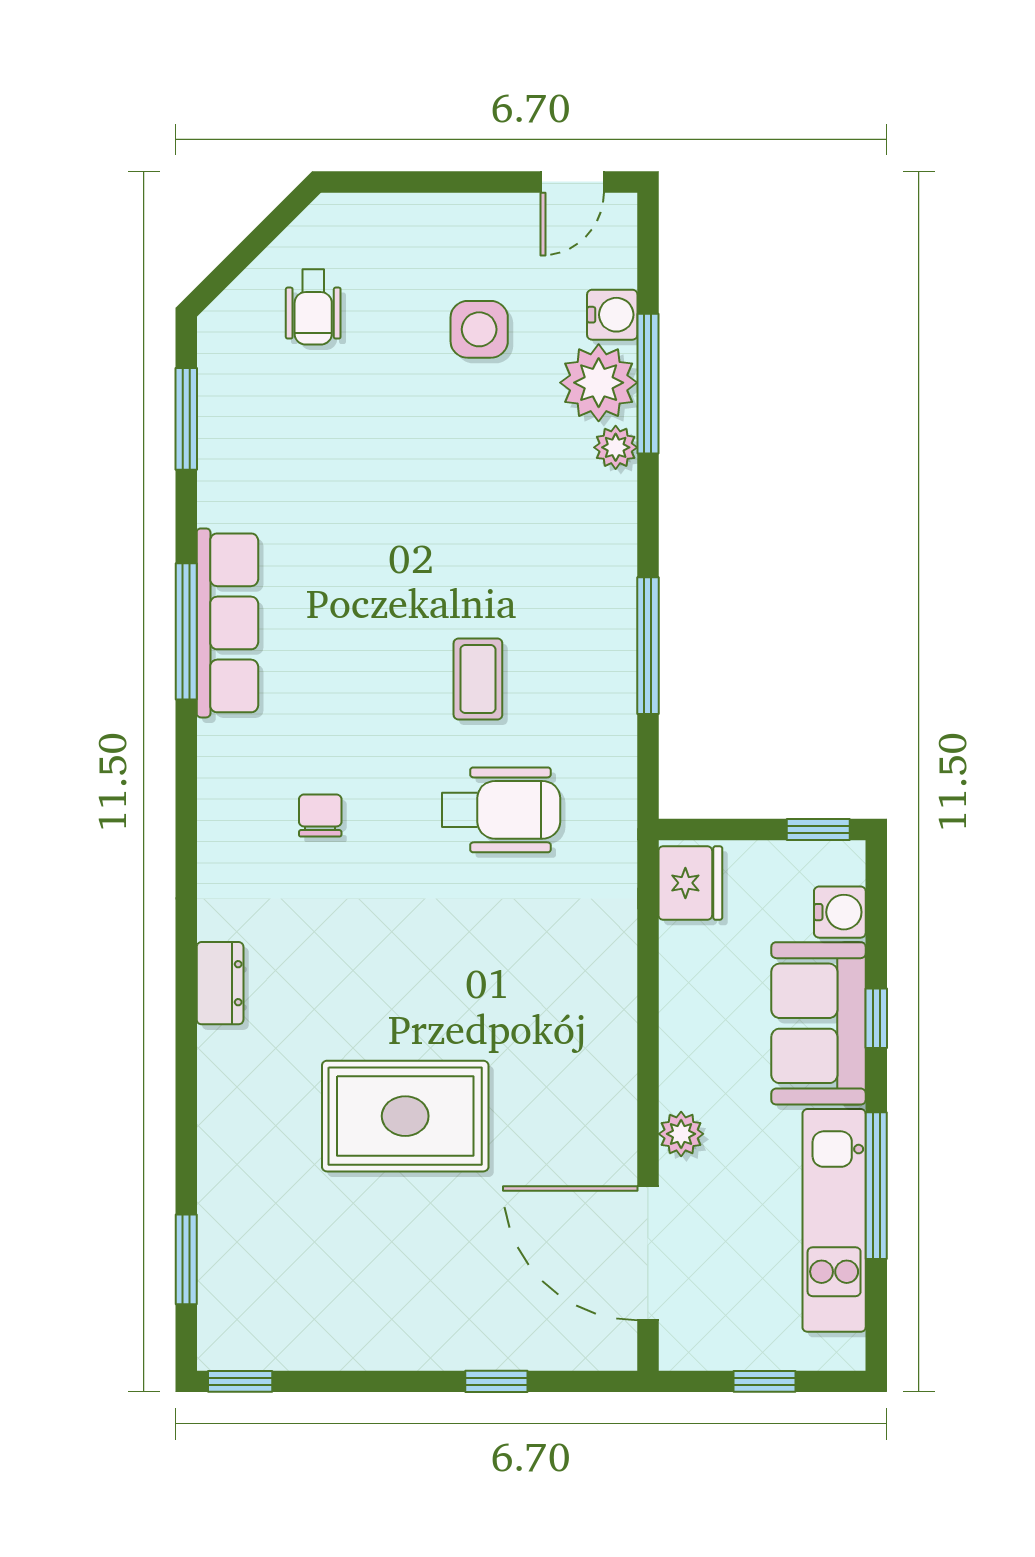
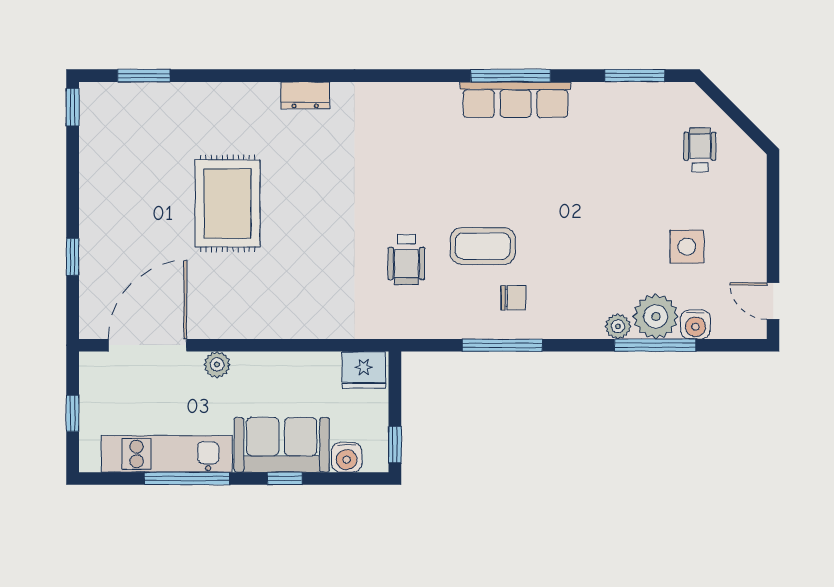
wheelchair: (313, 307) -> (700, 150), turned 90
coffee table: (478, 679) -> (483, 246), width x1.36, depth x1.30
wheelchair: (501, 810) -> (406, 259), width x0.73, depth x0.73
chair: (320, 816) -> (513, 298), moved

